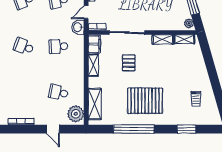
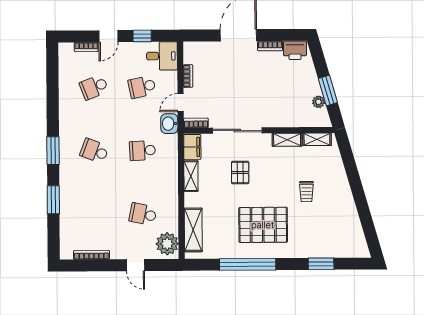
plant: (189, 23) -> (319, 102), moved
trolley: (196, 99) -> (306, 192), moved

